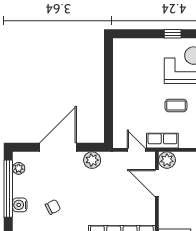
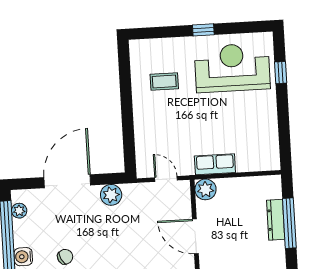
coffee table: (176, 105) -> (164, 82), moved
row of seats: (162, 141) -> (215, 164), moved
door: (157, 183) -> (195, 236), moved

